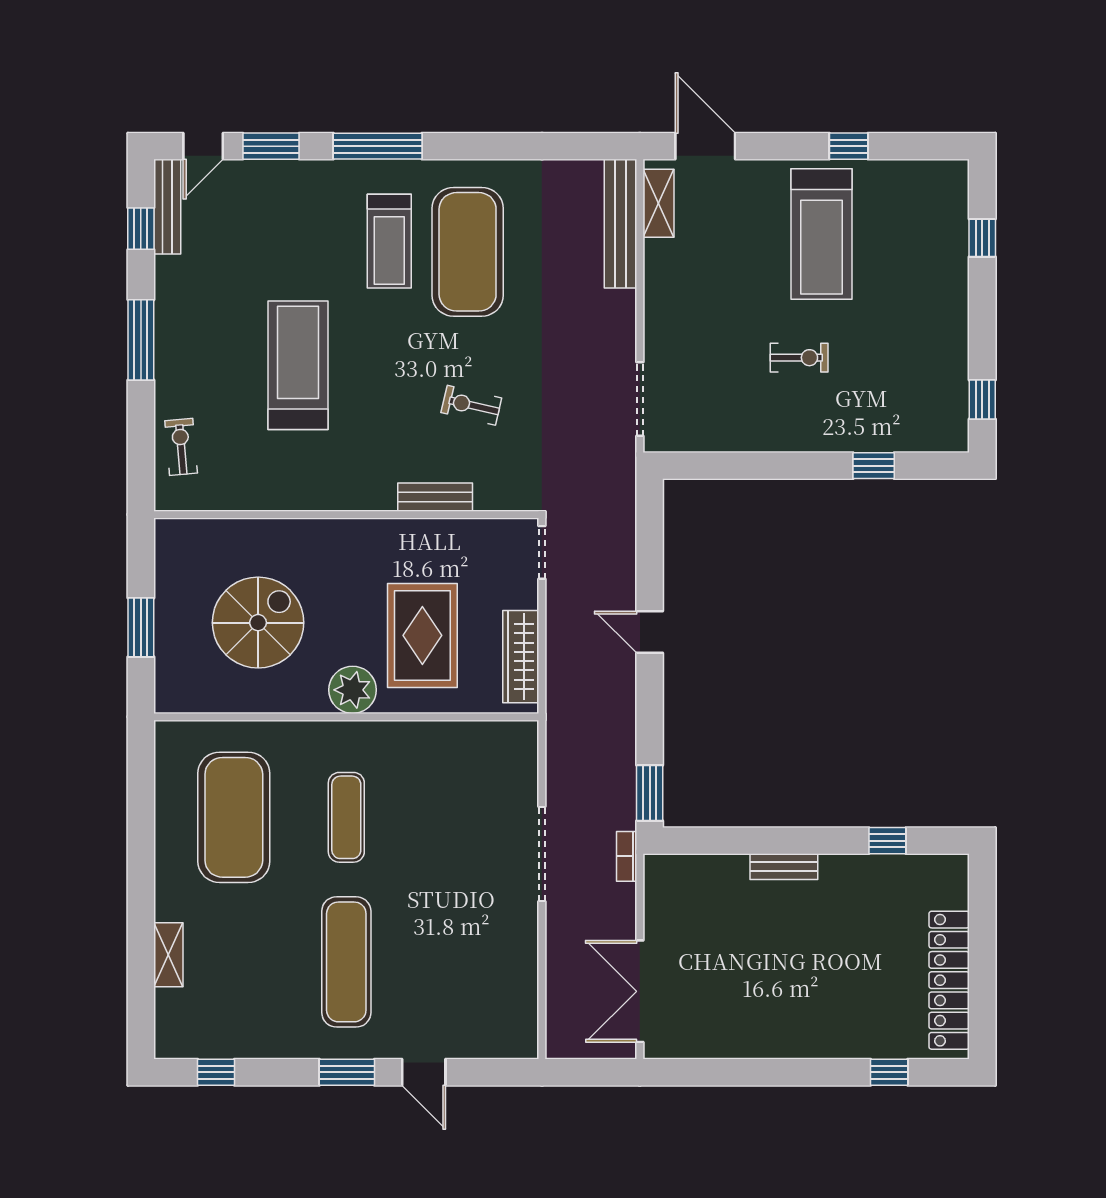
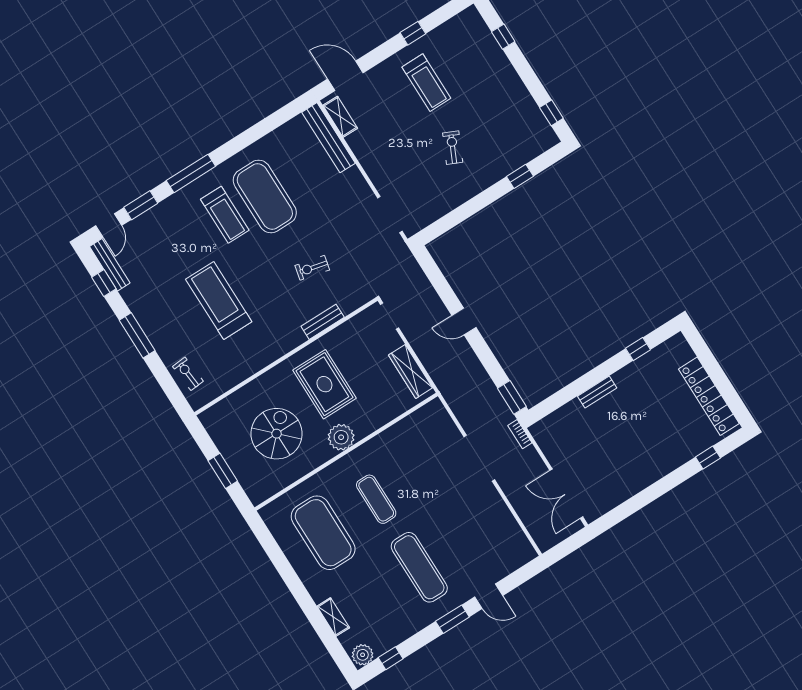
treadmill: (822, 234) -> (426, 83), width x0.73, depth x0.73
exercise bike: (799, 358) -> (453, 148), turned -65
rug: (422, 635) -> (324, 384), moved
plant: (177, 1040) -> (363, 655), added

